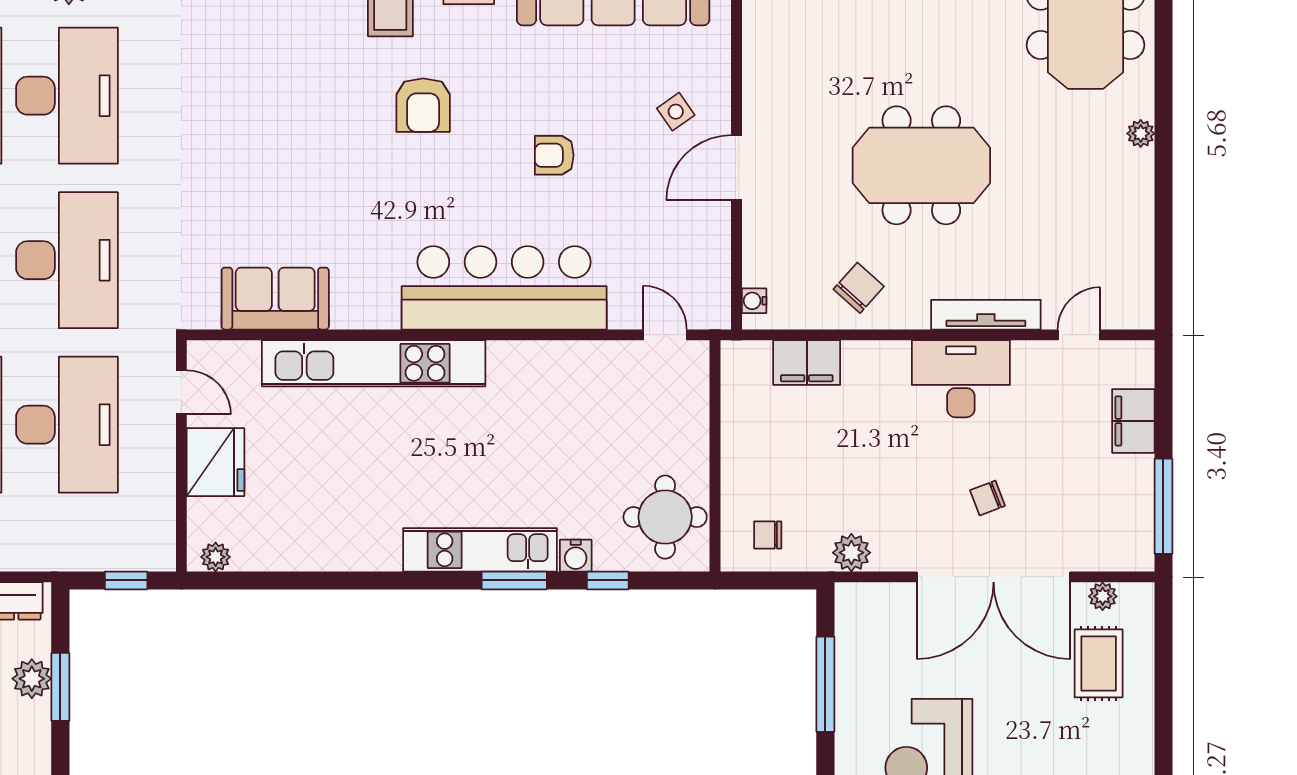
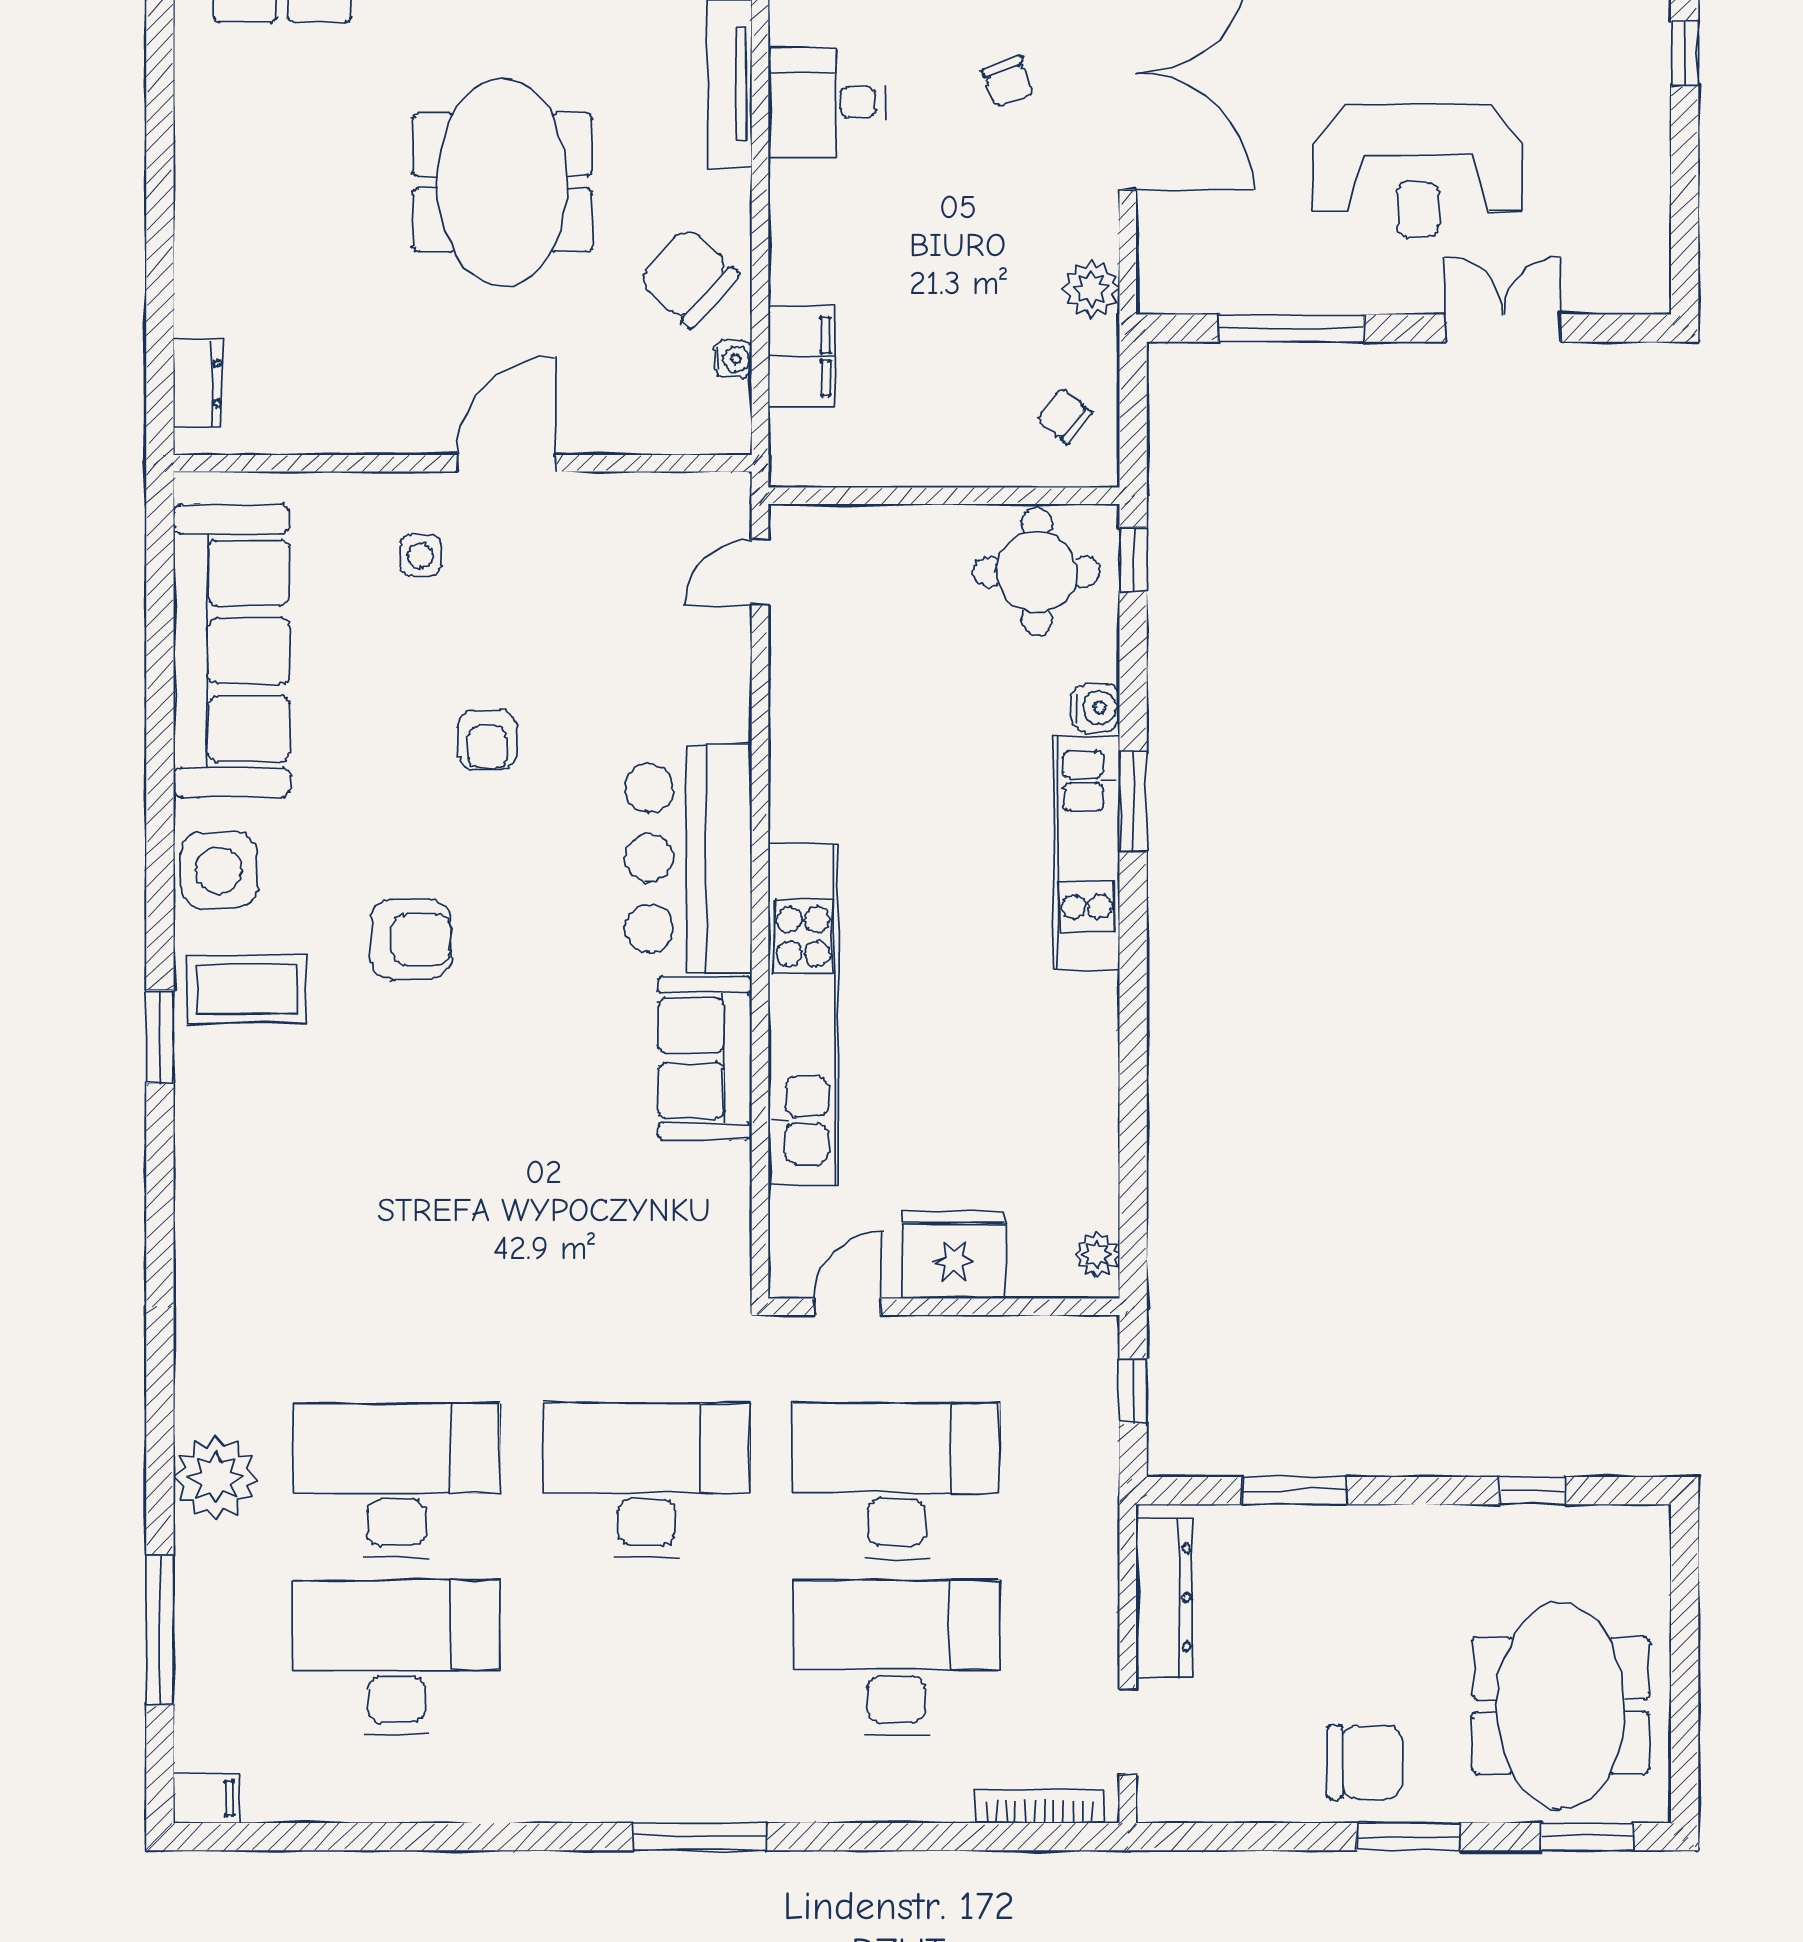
side table: (676, 112) -> (421, 556), turned 35
door: (736, 168) -> (506, 463), swing flipped
bar counter: (504, 288) -> (688, 858), width x0.73
chair: (859, 288) -> (688, 278), width x1.37, depth x1.37
sofa: (275, 299) -> (705, 1058), moved
water cooler: (754, 301) -> (733, 359), moved, turned -90
desk: (961, 379) -> (827, 102), width x0.73
chair: (768, 535) -> (1064, 416), turned 128
window: (608, 580) -> (1133, 559), moved
plant: (32, 679) -> (1282, 1534), removed

